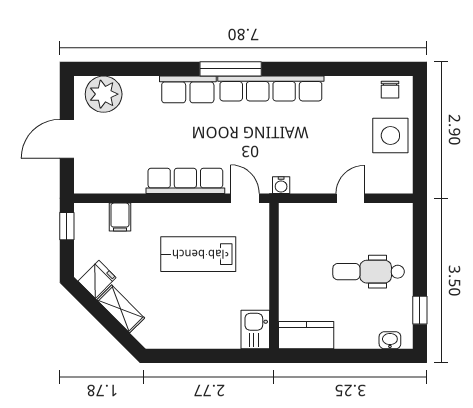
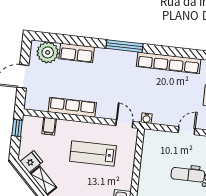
row of seats: (271, 88) -> (169, 63), moved
row of seats: (188, 89) -> (77, 53), moved
row of seats: (185, 181) -> (72, 107), moved

